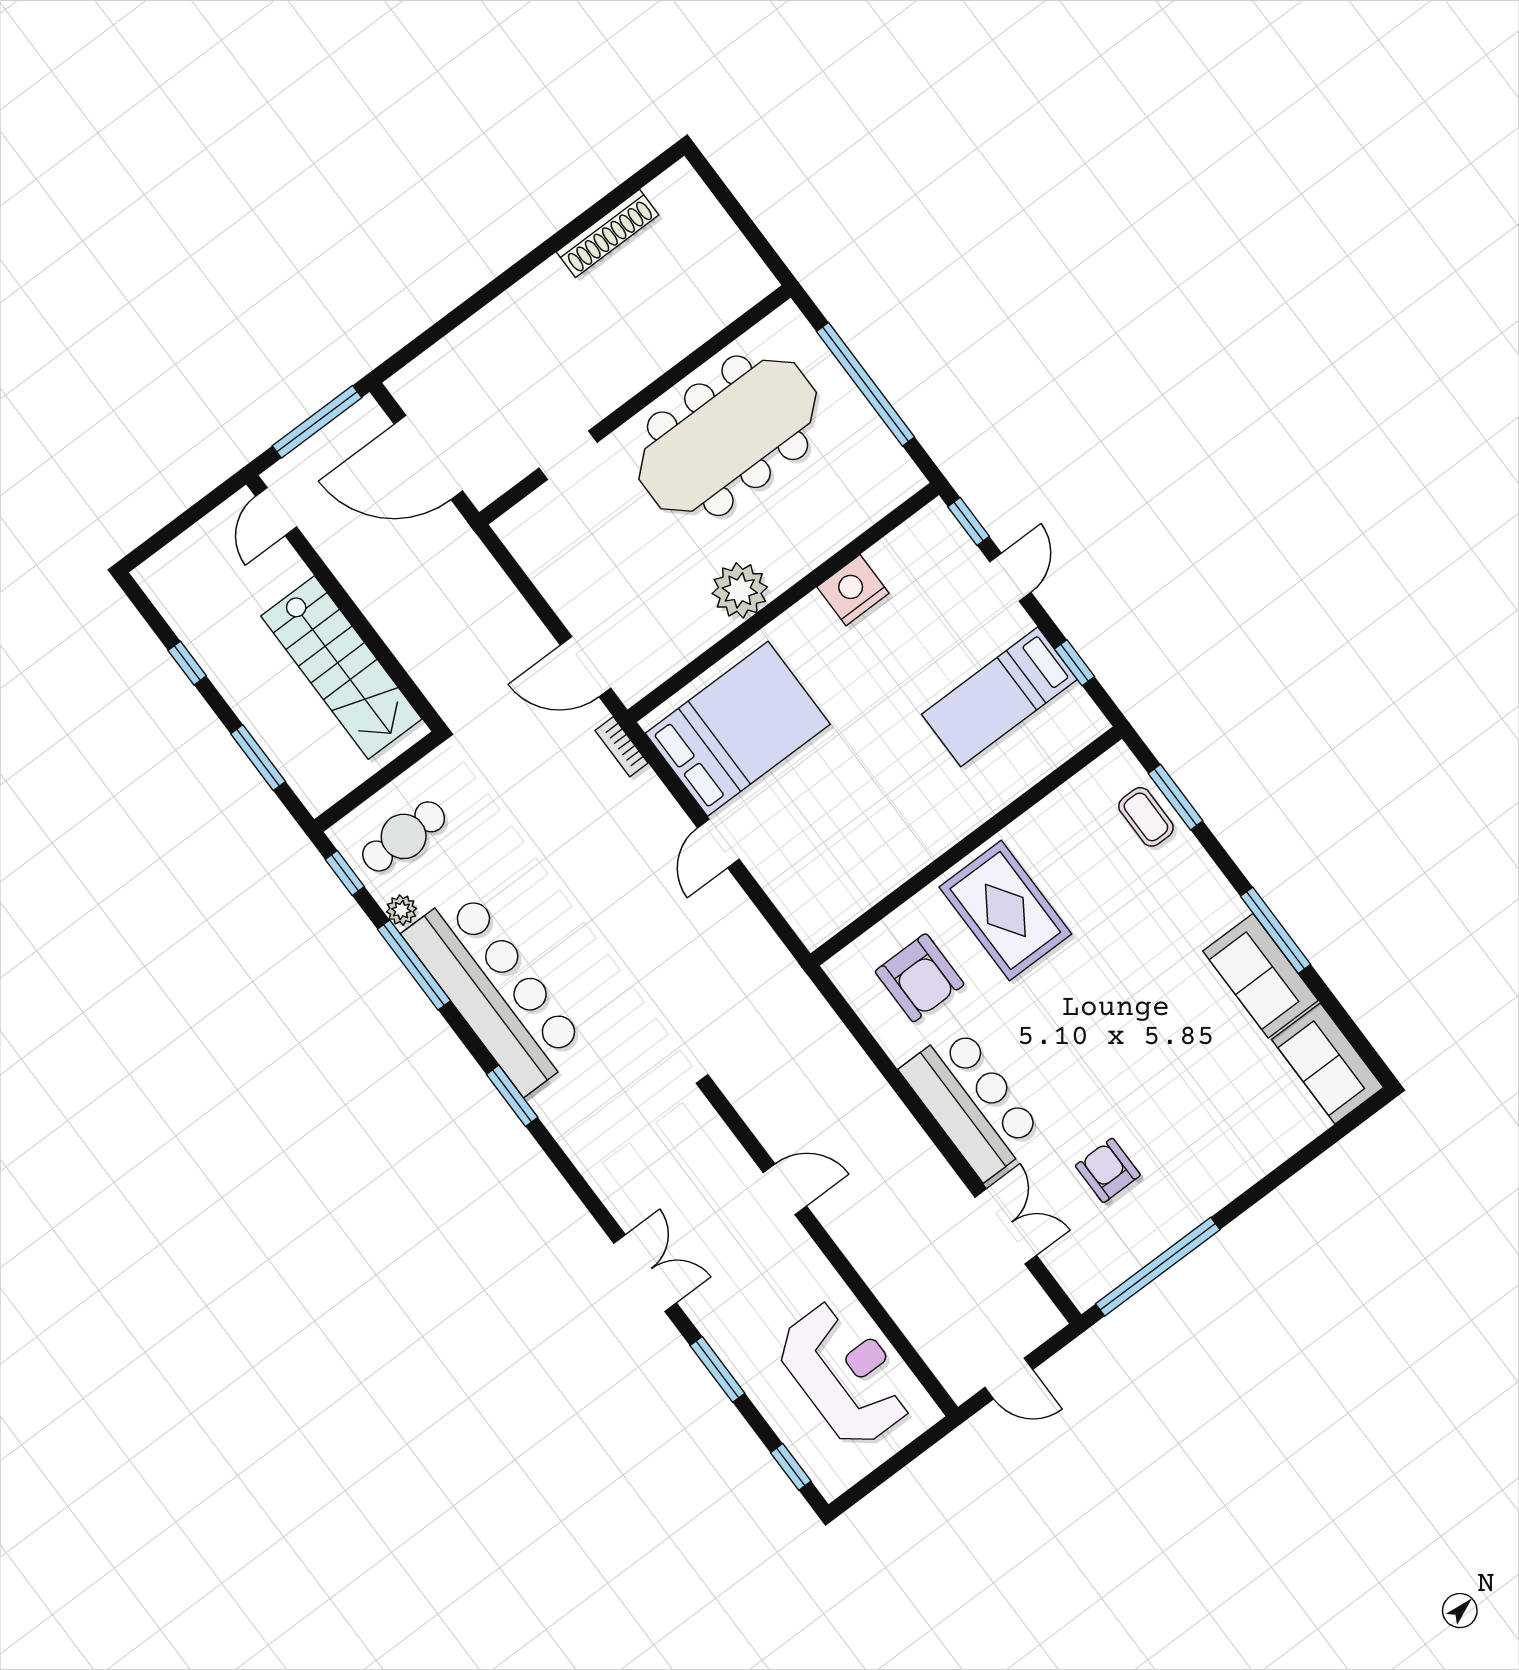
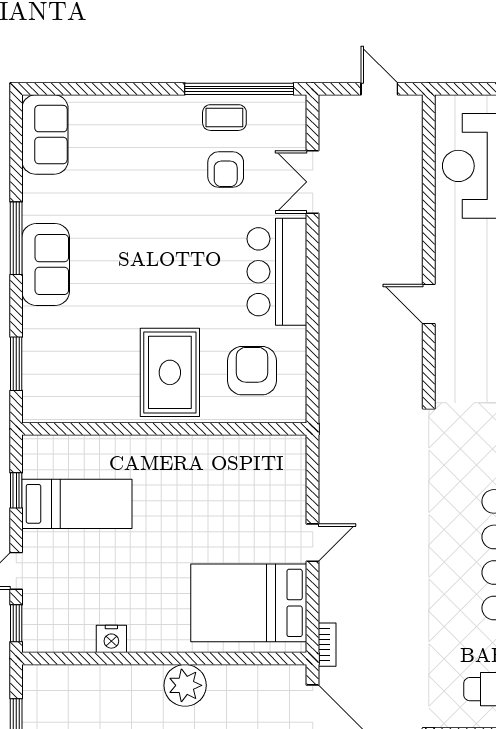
nightstand: (853, 590) -> (111, 639), width x0.74, depth x0.75
coffee table: (1146, 817) -> (224, 118), moved, turned 90
sofa: (1261, 976) -> (46, 264), moved

